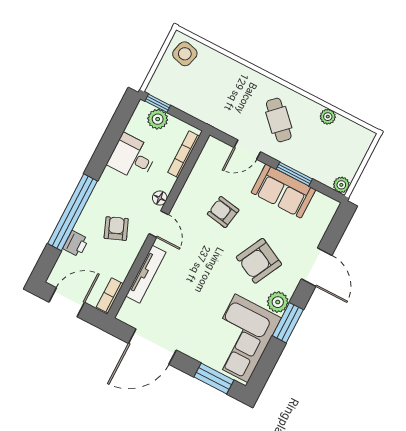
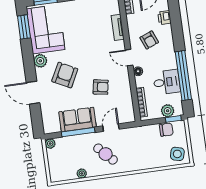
chair: (177, 96) -> (166, 130), added
window: (294, 174) -> (78, 132), width x1.44
window: (72, 212) -> (183, 76), moved
tv unit: (146, 274) -> (118, 27), width x0.71
window: (288, 323) -> (24, 27), moved

